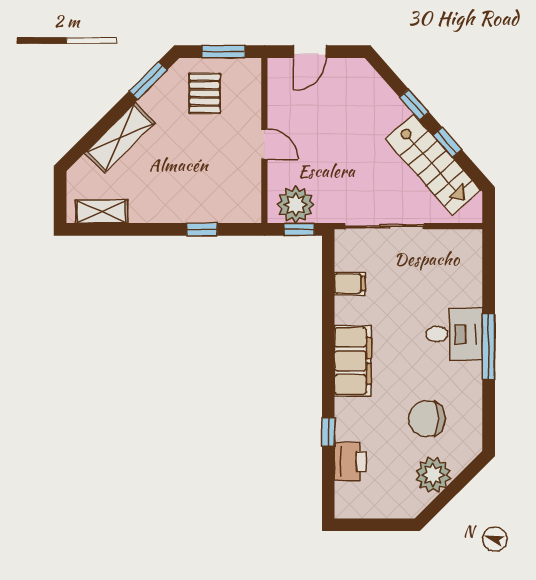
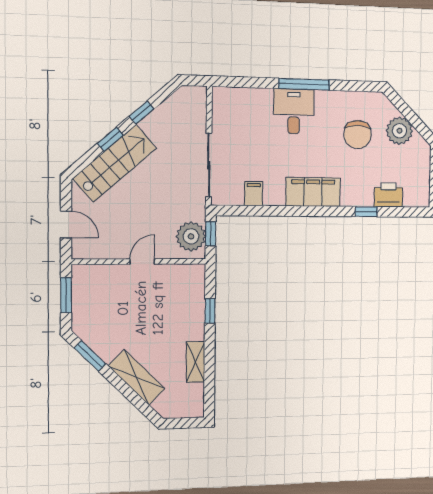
pallet: (205, 93) -> (101, 310), removed
stairs: (433, 165) -> (115, 163), moved
shelving: (102, 212) -> (195, 362), moved

